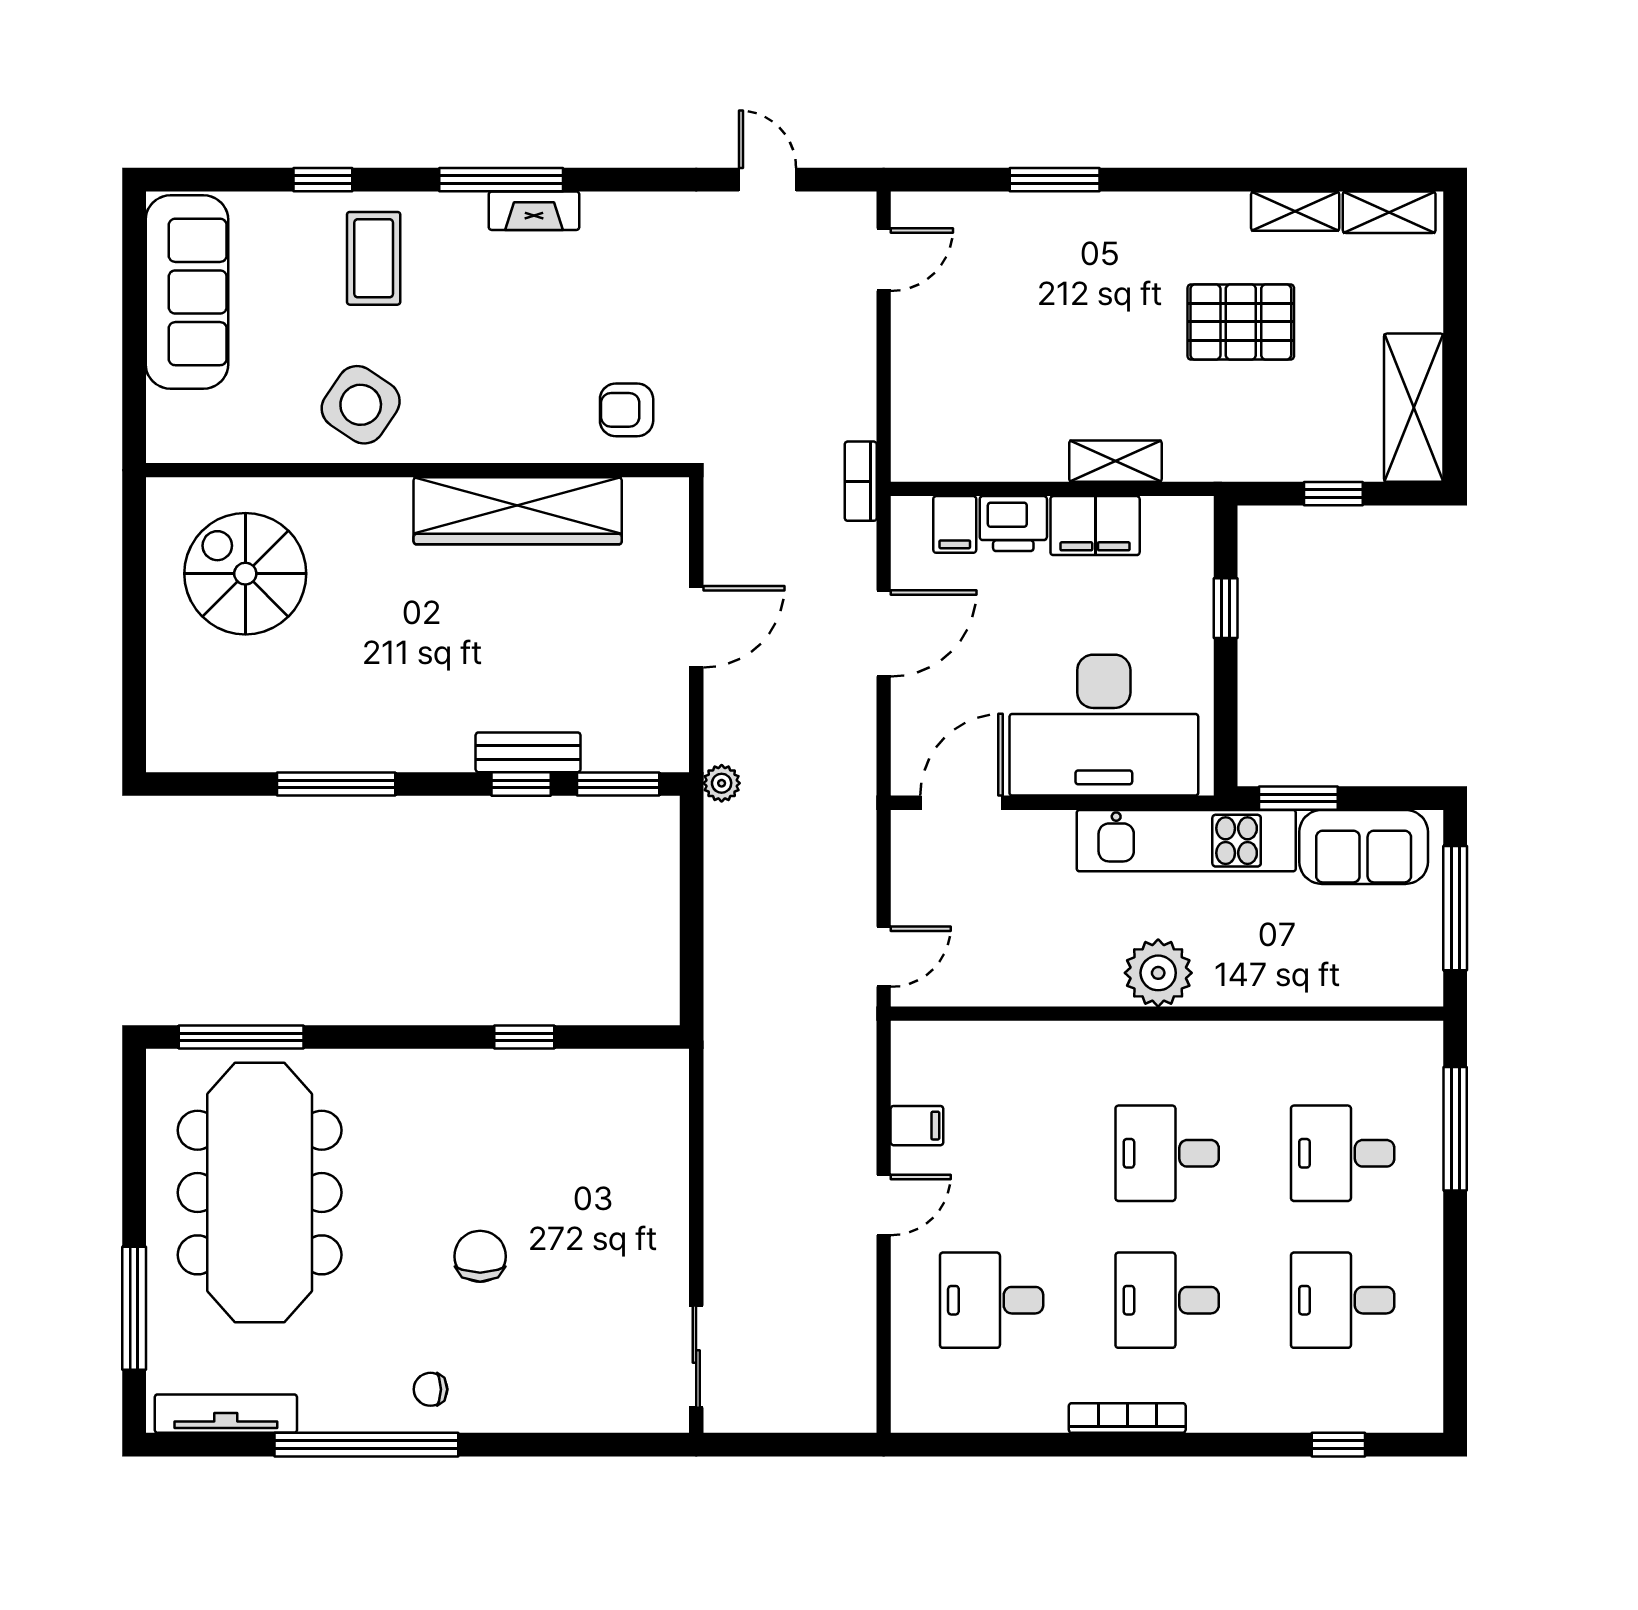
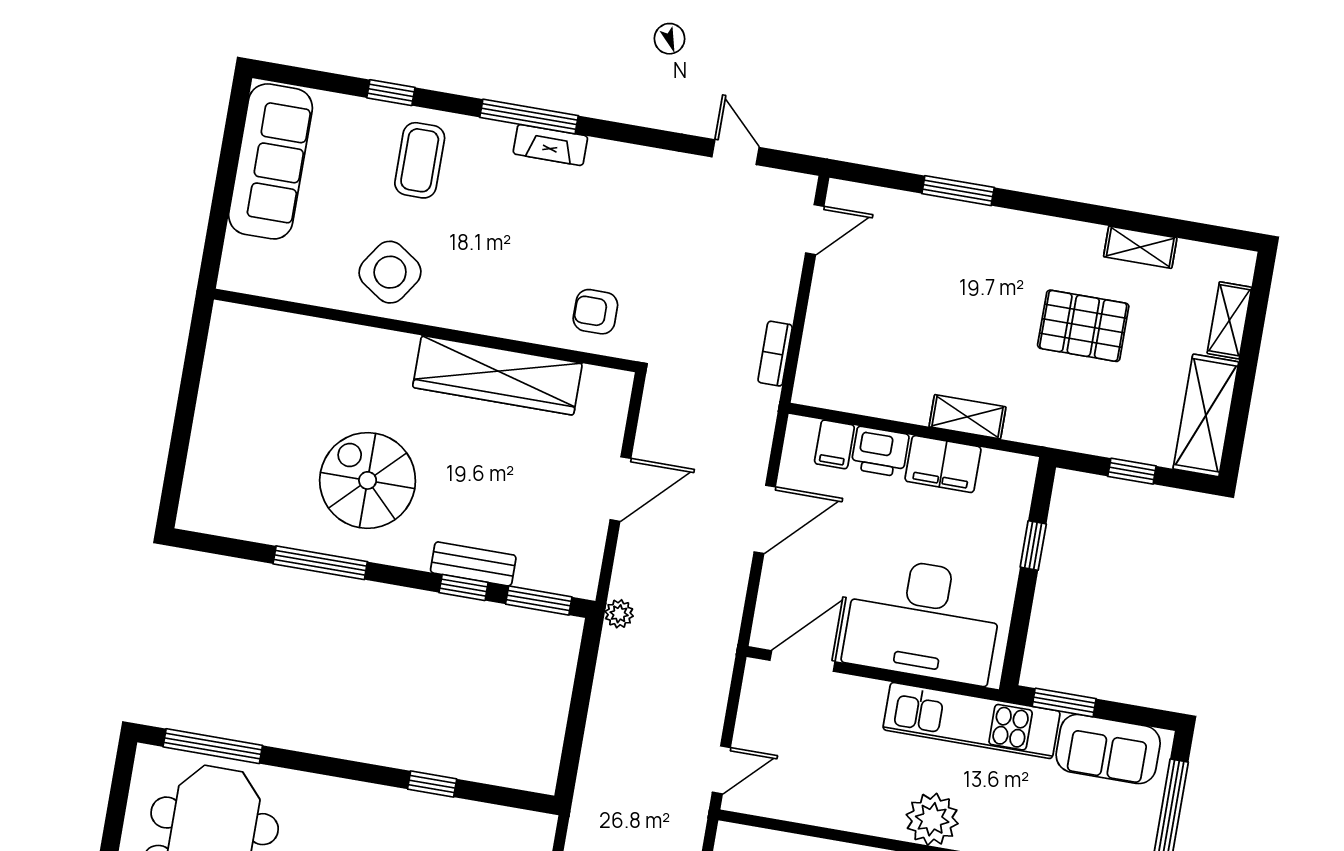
shelving: (1389, 212) -> (1229, 320), moved, turned 90
bookcase: (861, 481) -> (775, 354), moved
spiral stairs: (245, 574) -> (368, 480), moved

